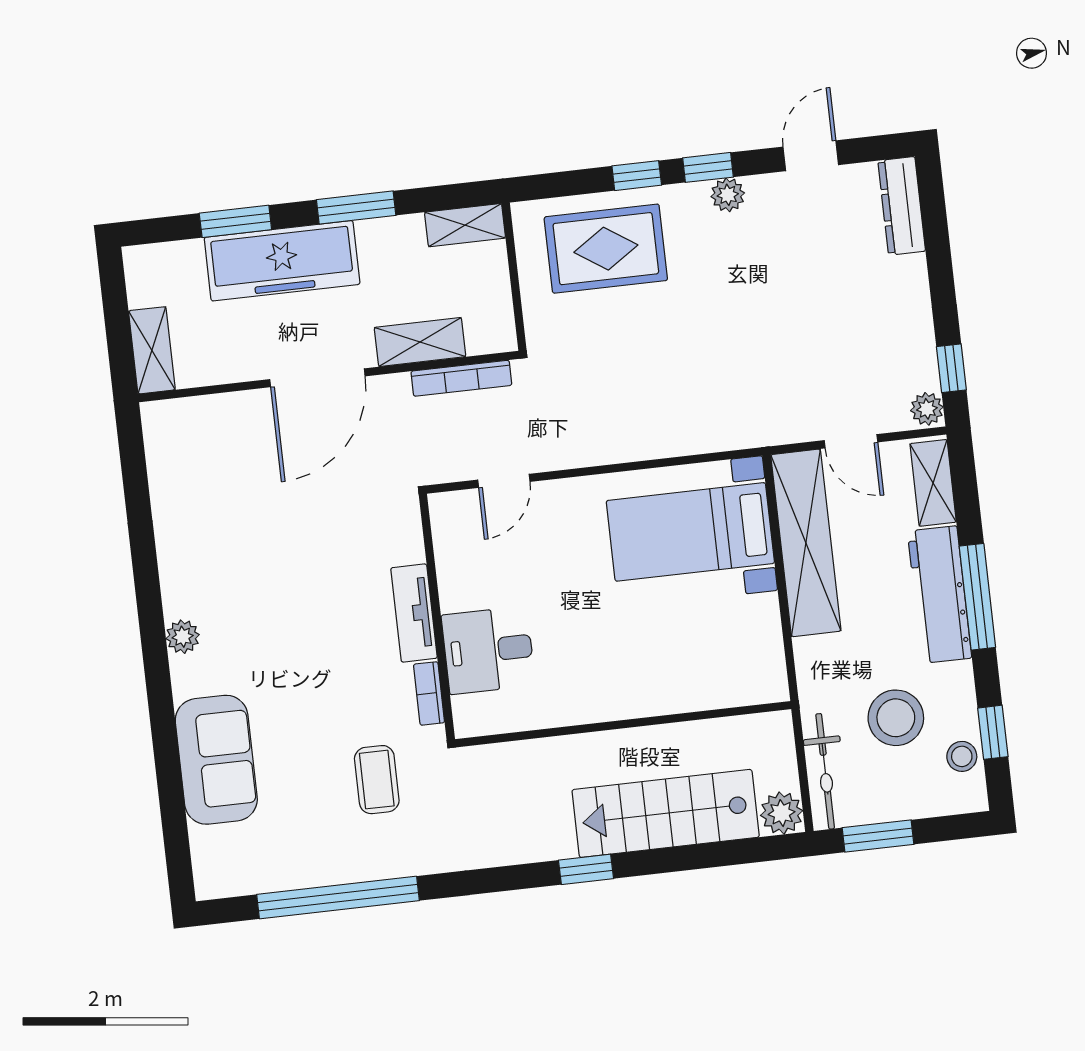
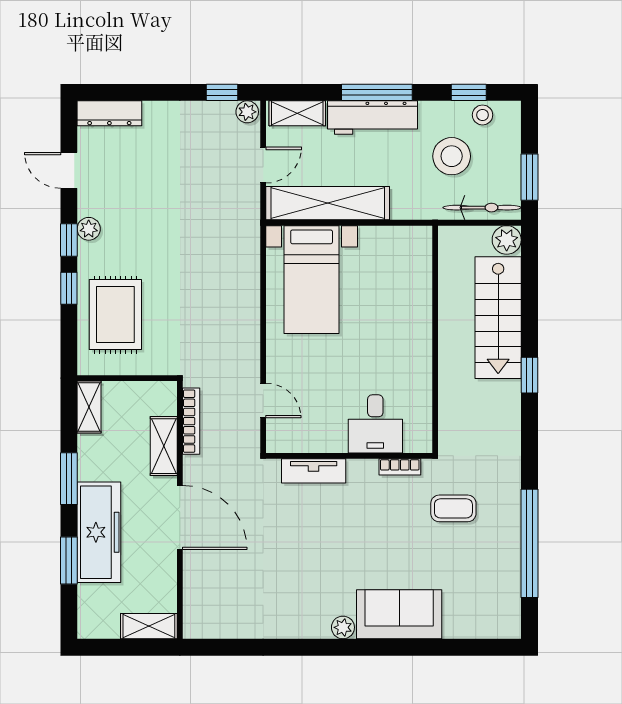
tv unit: (414, 613) -> (314, 471), moved
sofa: (216, 760) -> (399, 614), moved

